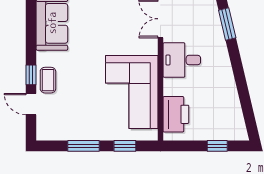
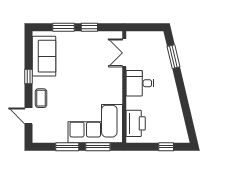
window: (31, 75) -> (28, 77), moved
corner sofa: (132, 92) -> (95, 124), moved, turned 90
window: (125, 146) -> (98, 147), width x1.50

